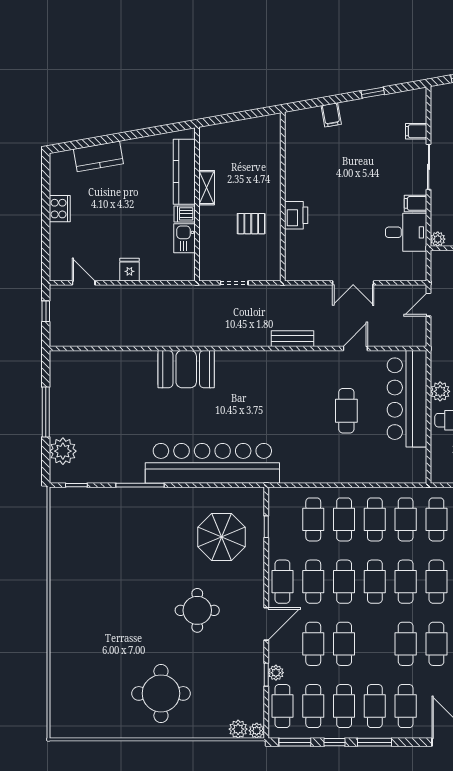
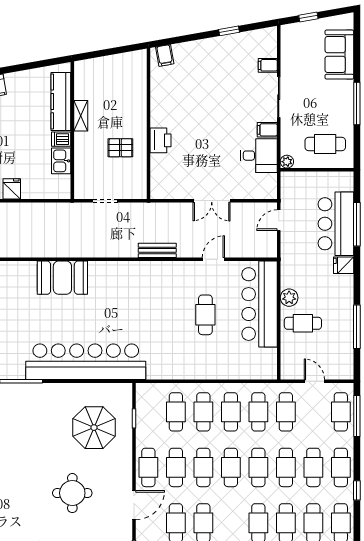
filing cabinet: (331, 115) -> (165, 55), moved

